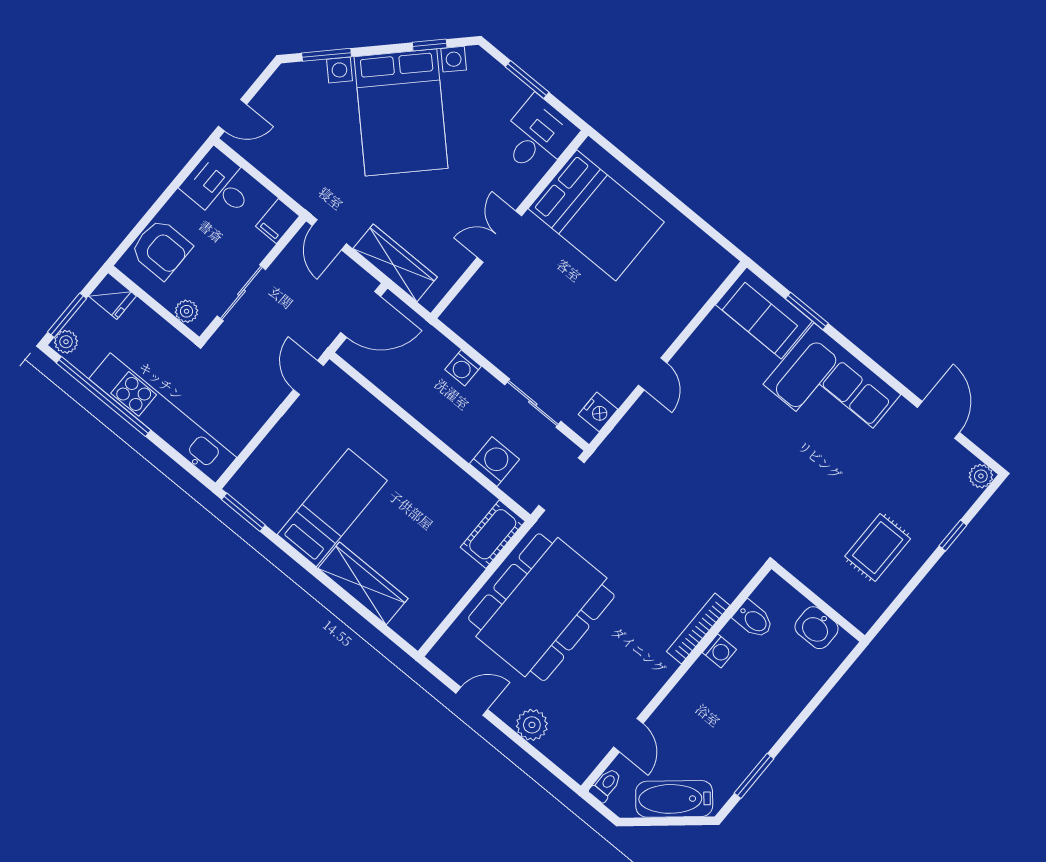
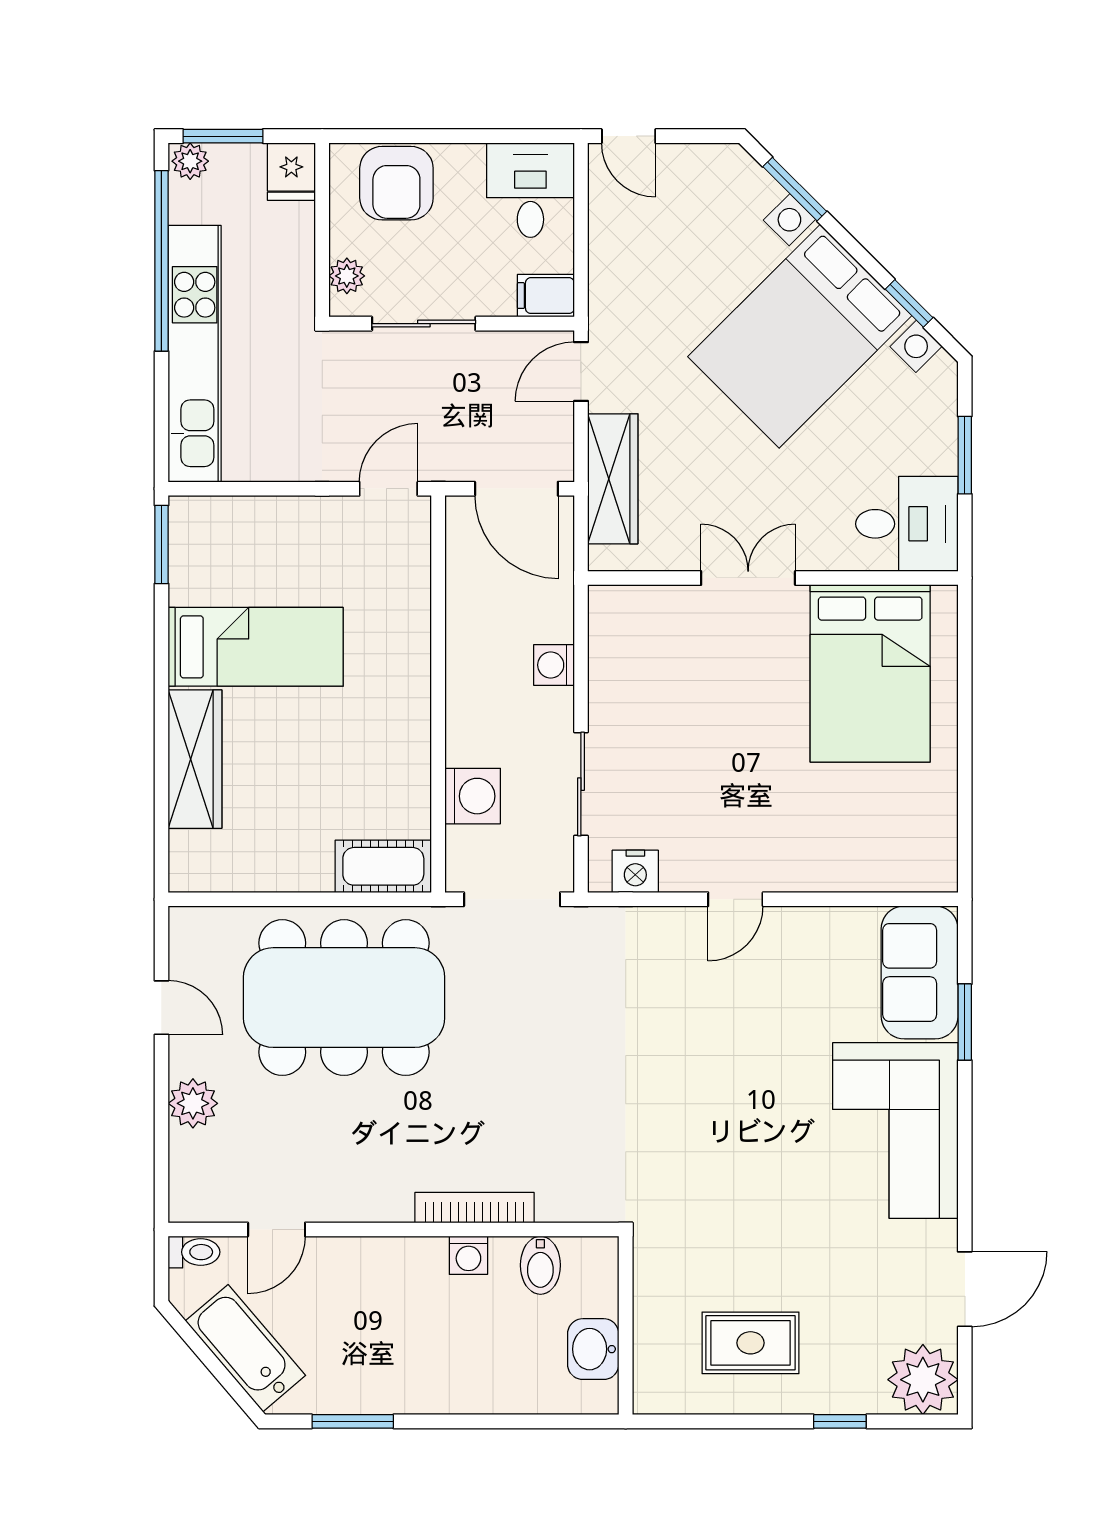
plant: (981, 476) -> (923, 1380), width x1.88, depth x1.88

